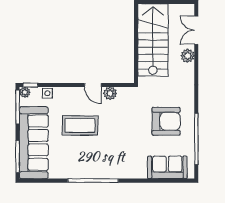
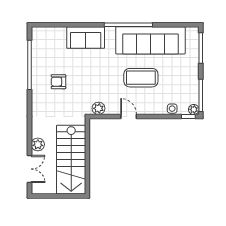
plant: (110, 93) -> (98, 108), moved
armchair: (166, 121) -> (58, 82), width x0.53, depth x0.53
sofa: (34, 143) -> (150, 40), moved, turned -90
sofa: (167, 167) -> (86, 38), moved

